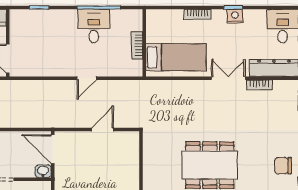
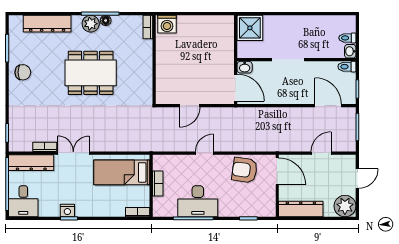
bookcase: (198, 14) -> (138, 212), moved
desk: (94, 26) -> (198, 201), width x1.37
armchair: (43, 60) -> (245, 170), added
double door: (228, 78) -> (73, 153), swing flipped

